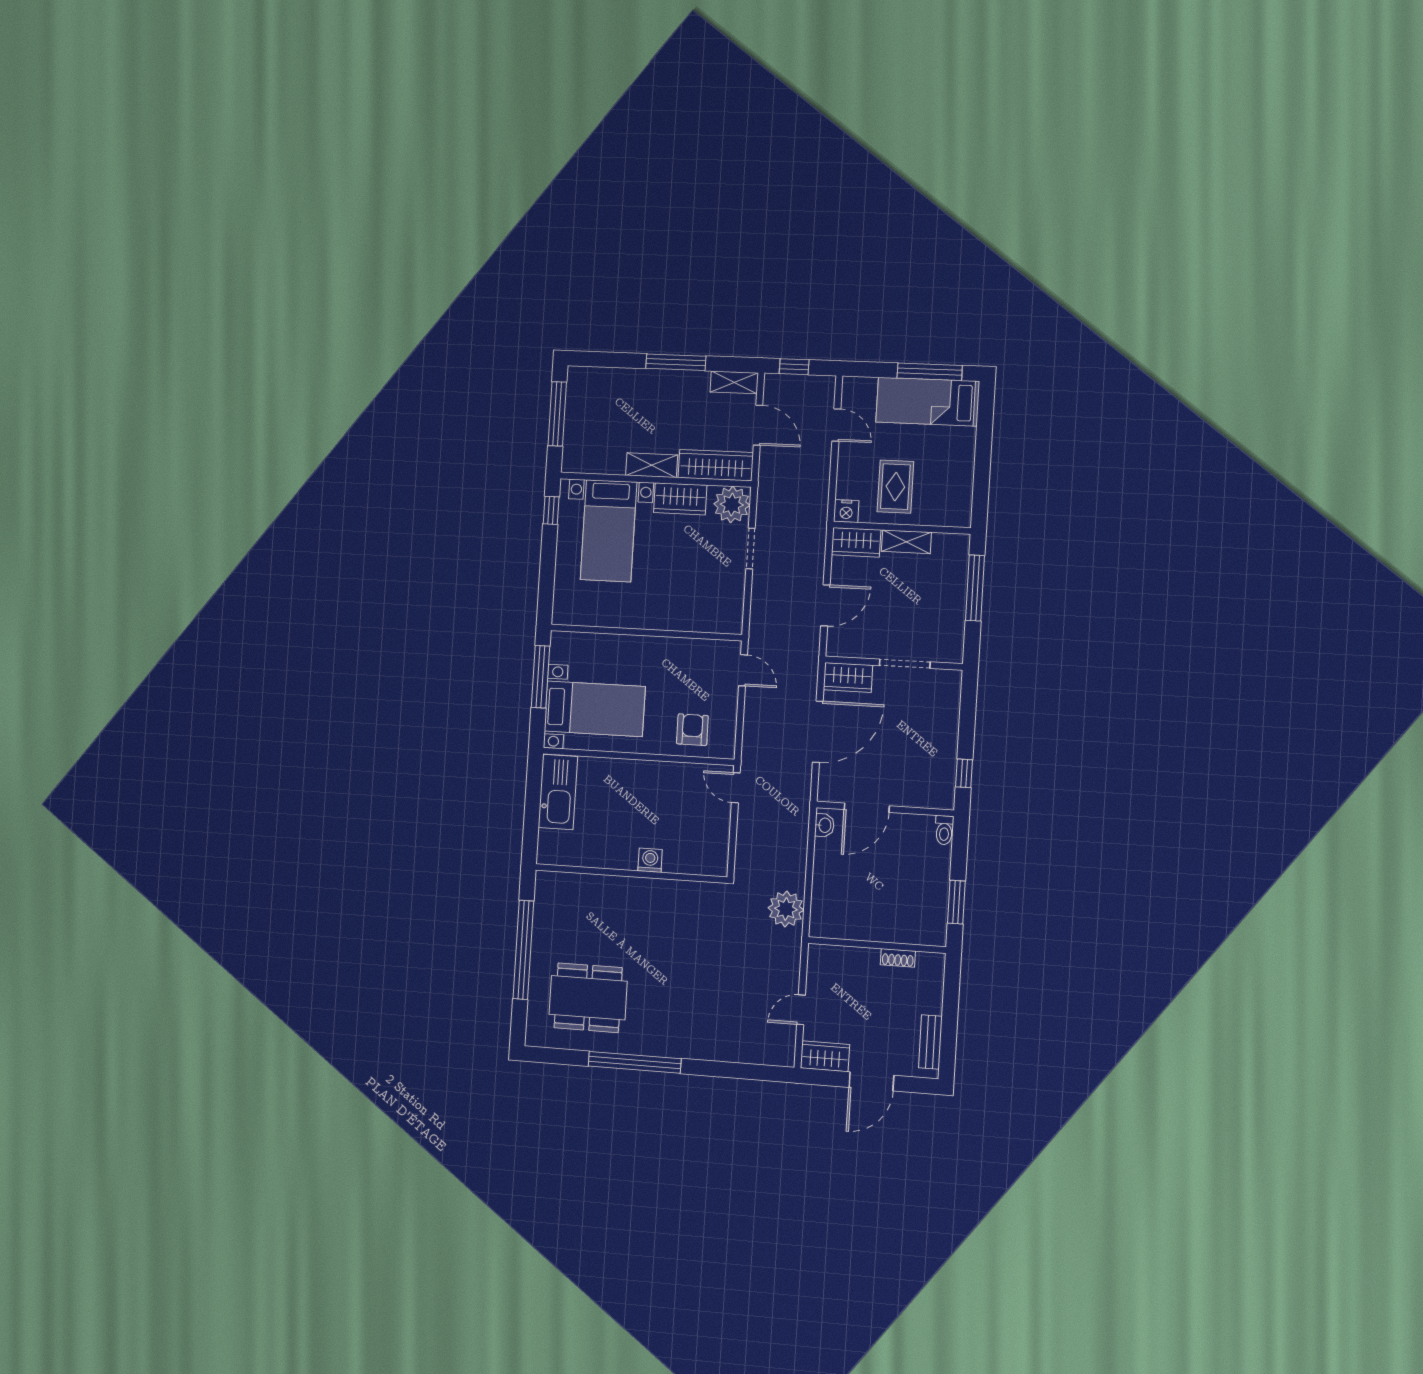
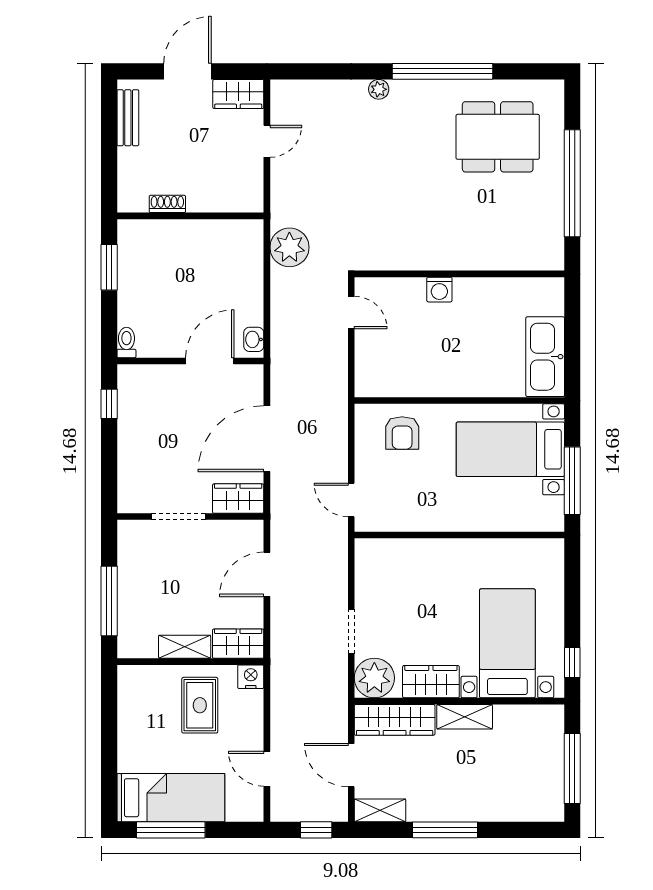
door: (736, 788) -> (351, 313), moved
plant: (694, 1050) -> (379, 89), added

